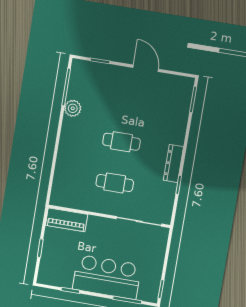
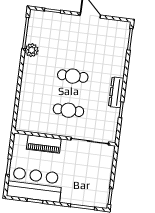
piano: (67, 220) -> (44, 144), moved
bar counter: (107, 277) -> (35, 185), moved

